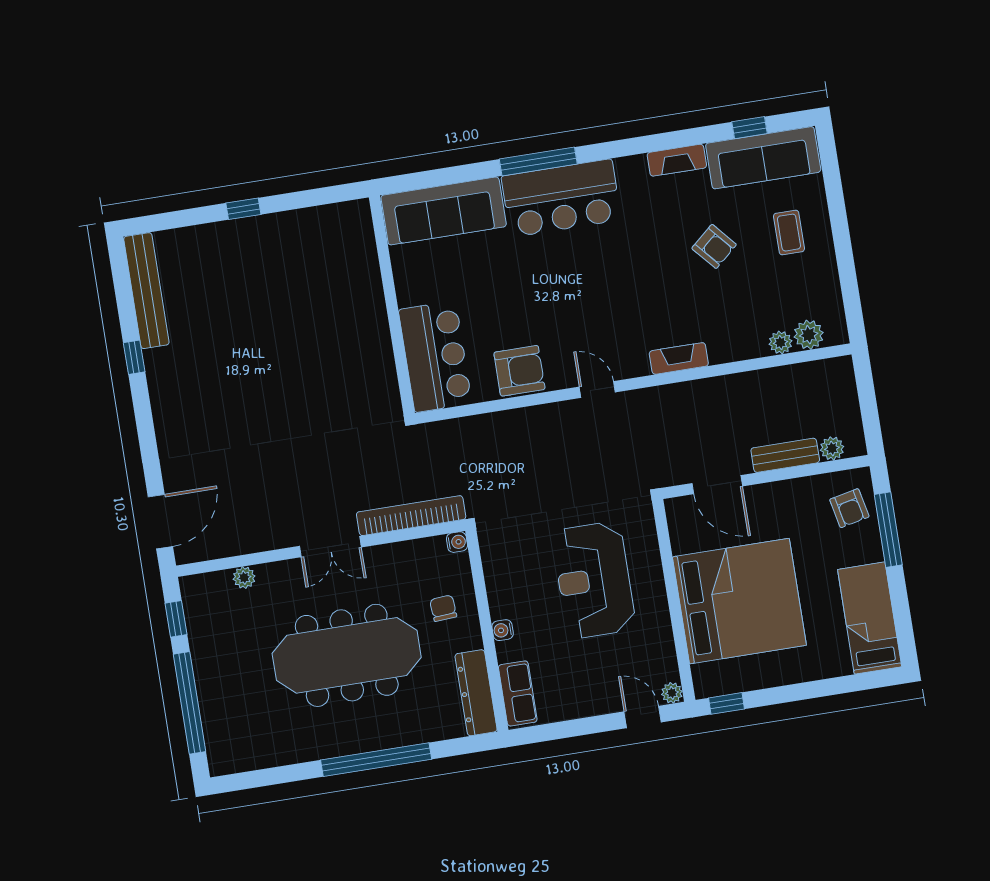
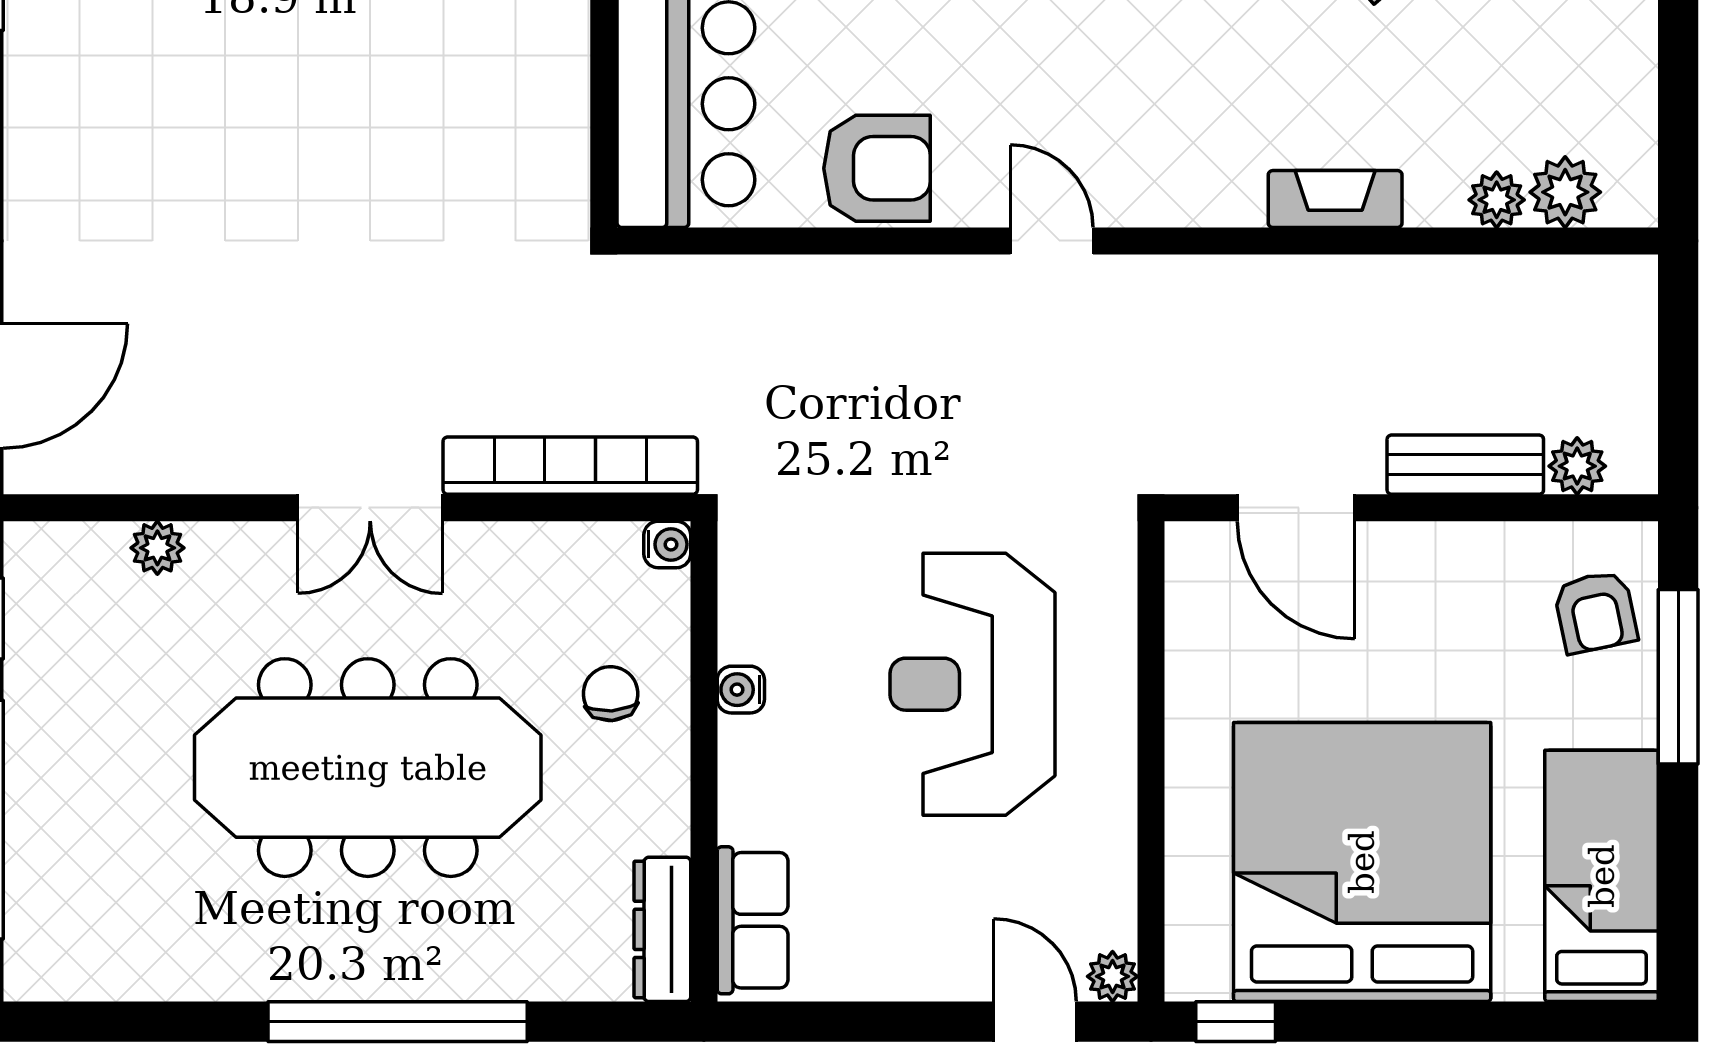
fireplace: (679, 358) -> (1335, 199), moved
bed: (739, 601) -> (1362, 862), moved, turned -90
water cooler: (503, 630) -> (741, 690), moved
dresser: (476, 693) -> (662, 929), width x0.73, depth x0.80

